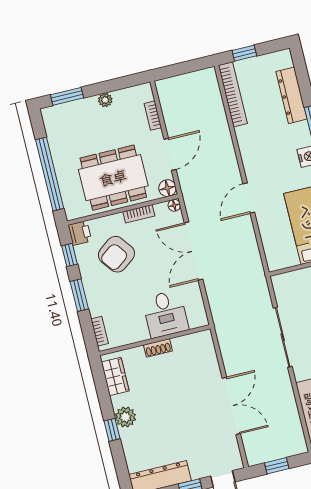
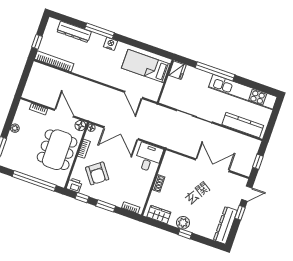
door: (249, 198) -> (133, 95), moved
desk: (165, 314) -> (148, 158), moved, turned -90

